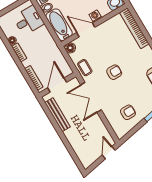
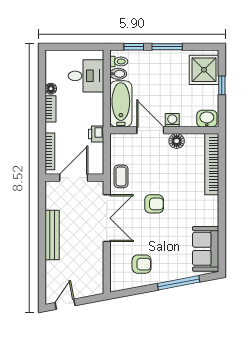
floor lamp: (70, 48) -> (177, 141), moved
printer: (55, 51) -> (96, 134), added
double door: (91, 97) -> (107, 218), swing flipped
bench: (58, 115) -> (52, 235), moved
door: (109, 153) -> (65, 304), moved

